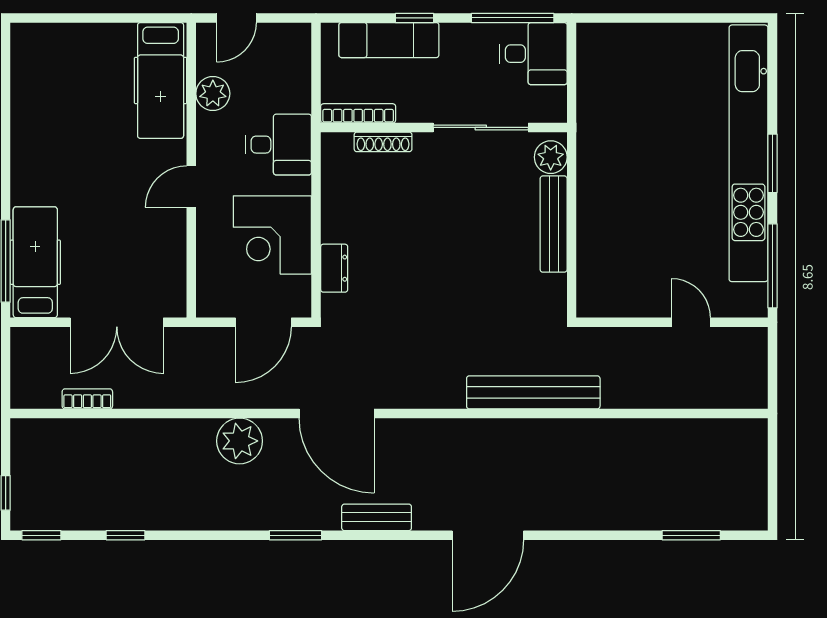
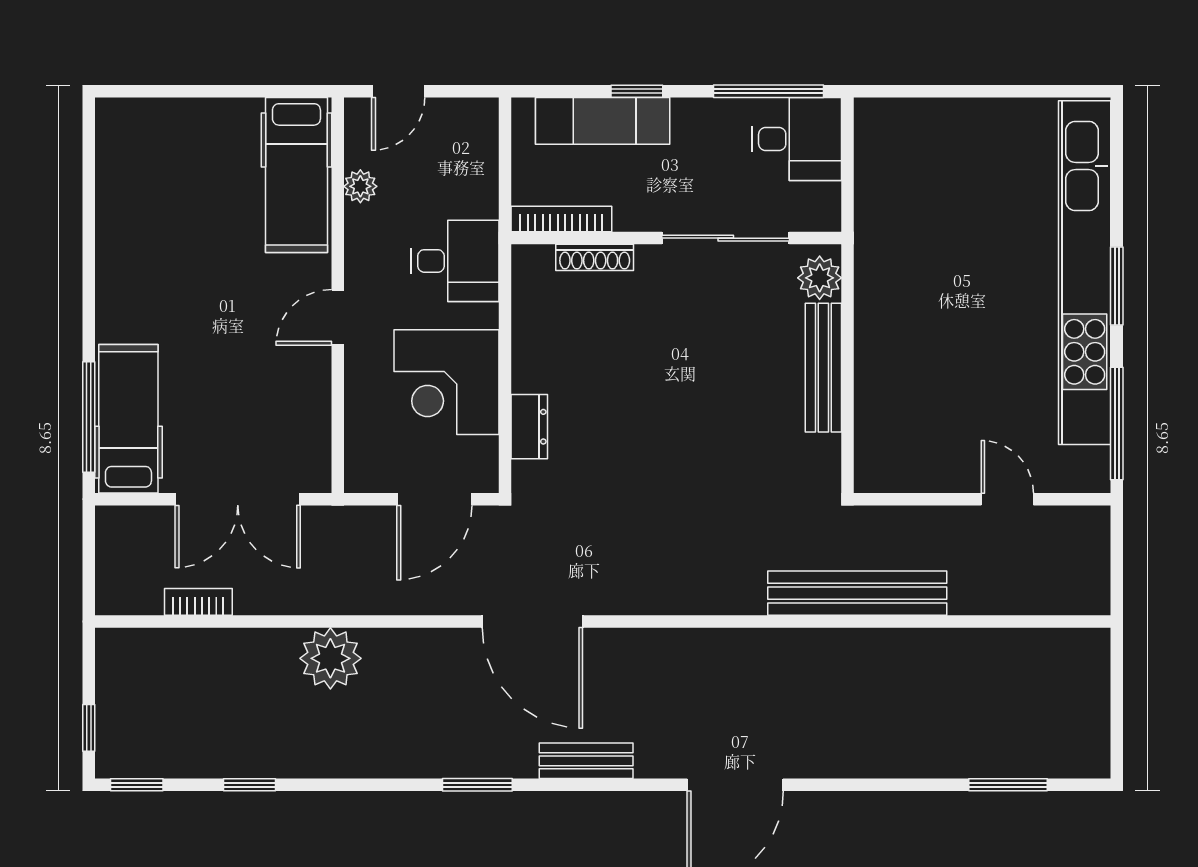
plant: (213, 94) -> (360, 186), width x0.73, depth x0.73
bench: (533, 392) -> (857, 593), moved
plant: (240, 441) -> (330, 658), moved

